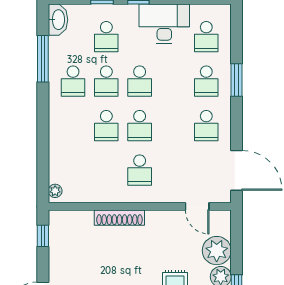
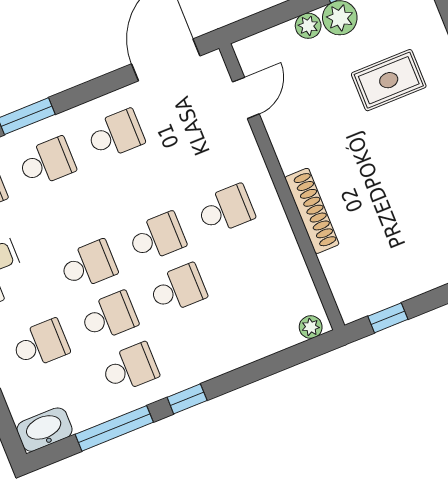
window: (43, 106) -> (187, 399), added
plant: (217, 251) -> (308, 26), width x0.53, depth x0.53

